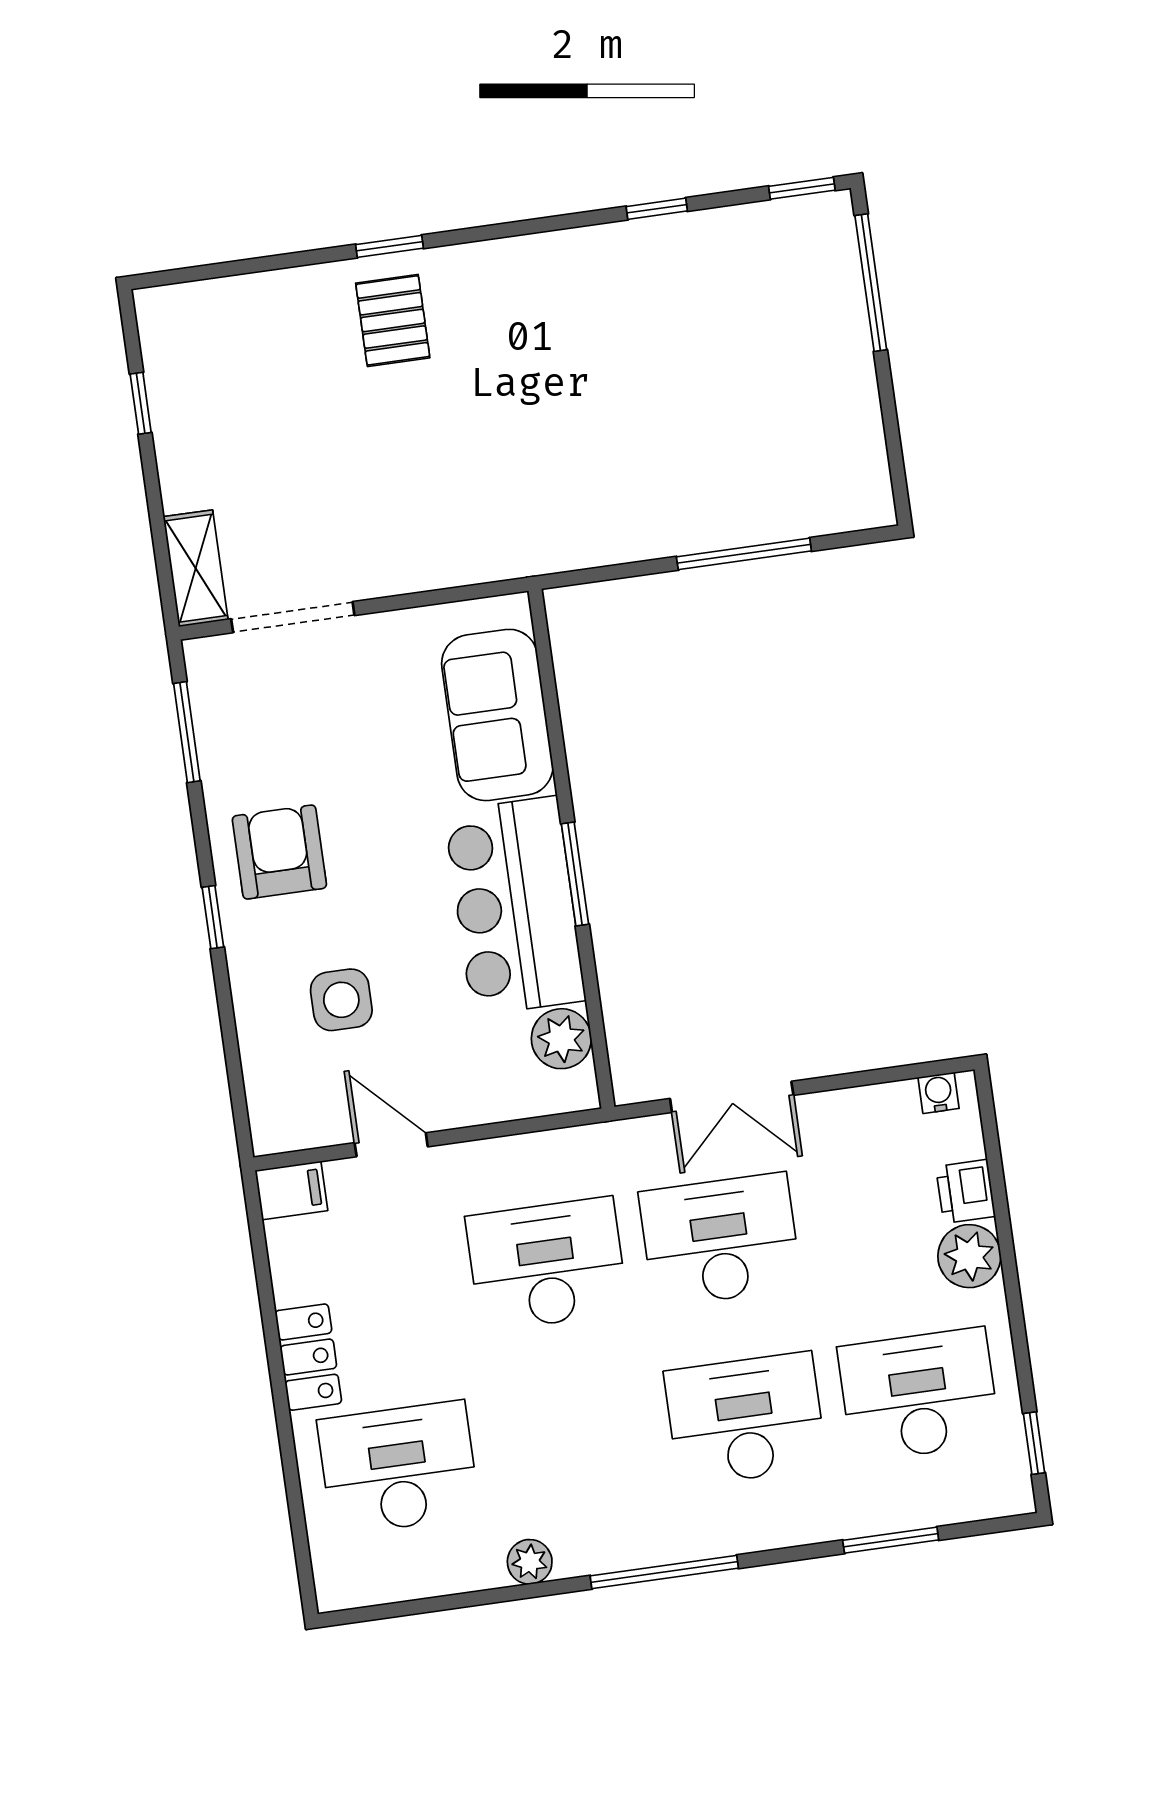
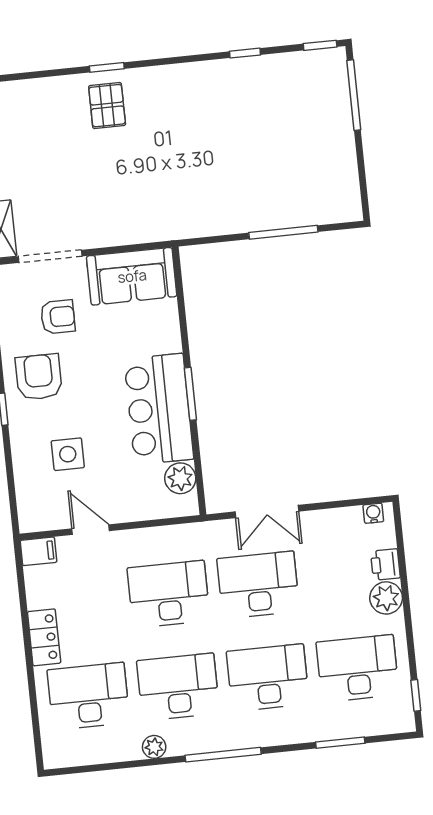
sofa: (497, 715) -> (132, 276), moved, turned -90
armchair: (312, 734) -> (58, 317), added
desk: (572, 1444) -> (178, 687), added

